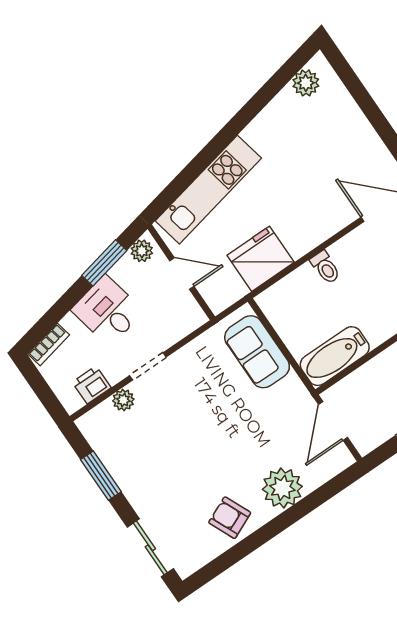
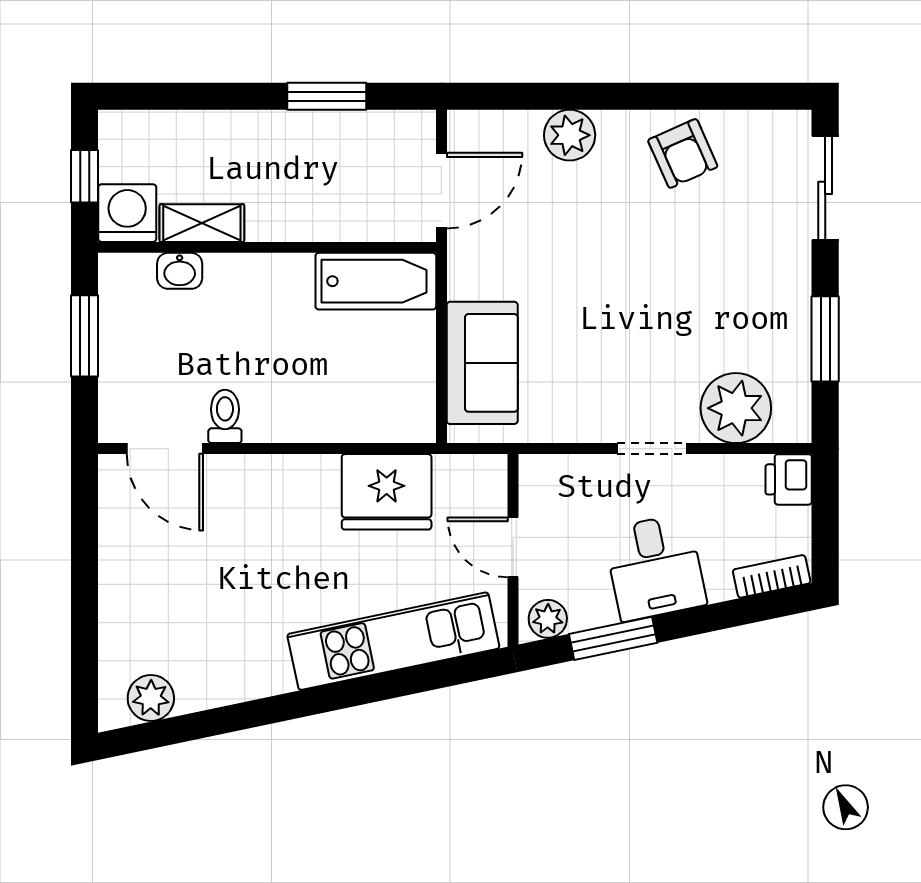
toilet: (325, 267) -> (225, 416), moved
printer: (92, 385) -> (789, 479), moved, turned 90
plant: (123, 400) -> (736, 408), width x1.87, depth x1.87
plant: (282, 488) -> (570, 135), width x0.73, depth x0.73

